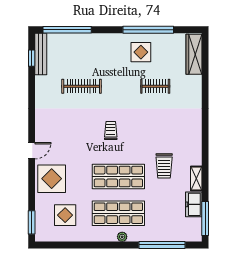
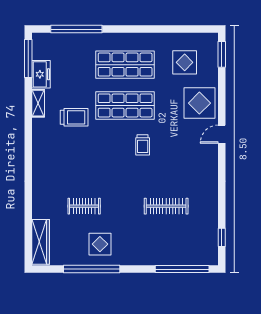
bench: (41, 54) -> (212, 242), removed
trolley: (111, 131) -> (143, 145), moved
trolley: (164, 166) -> (74, 117), turned 90
plant: (122, 237) -> (121, 38), removed

